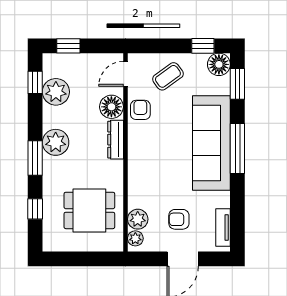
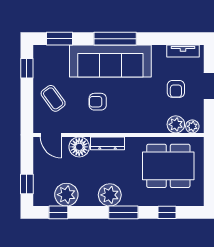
floor lamp: (219, 64) -> (43, 55), removed
armchair: (140, 110) -> (98, 102), moved
dining table: (89, 210) -> (168, 166), width x1.38

